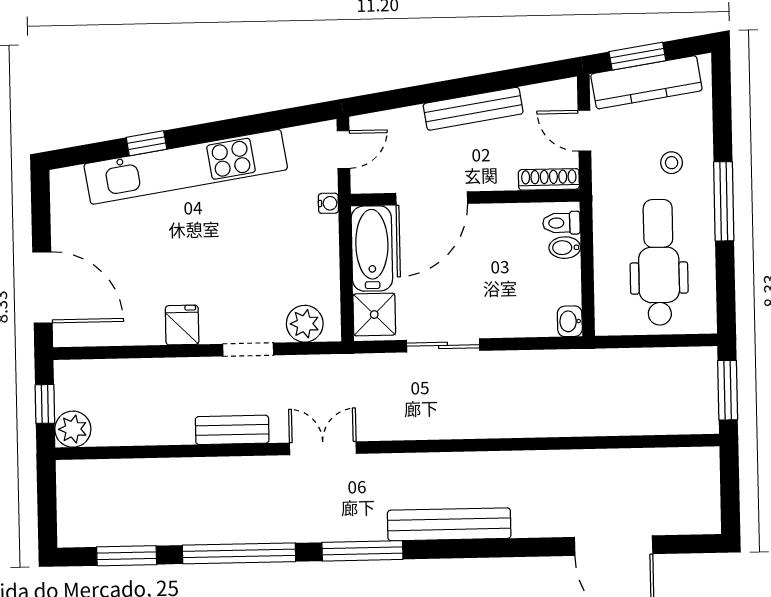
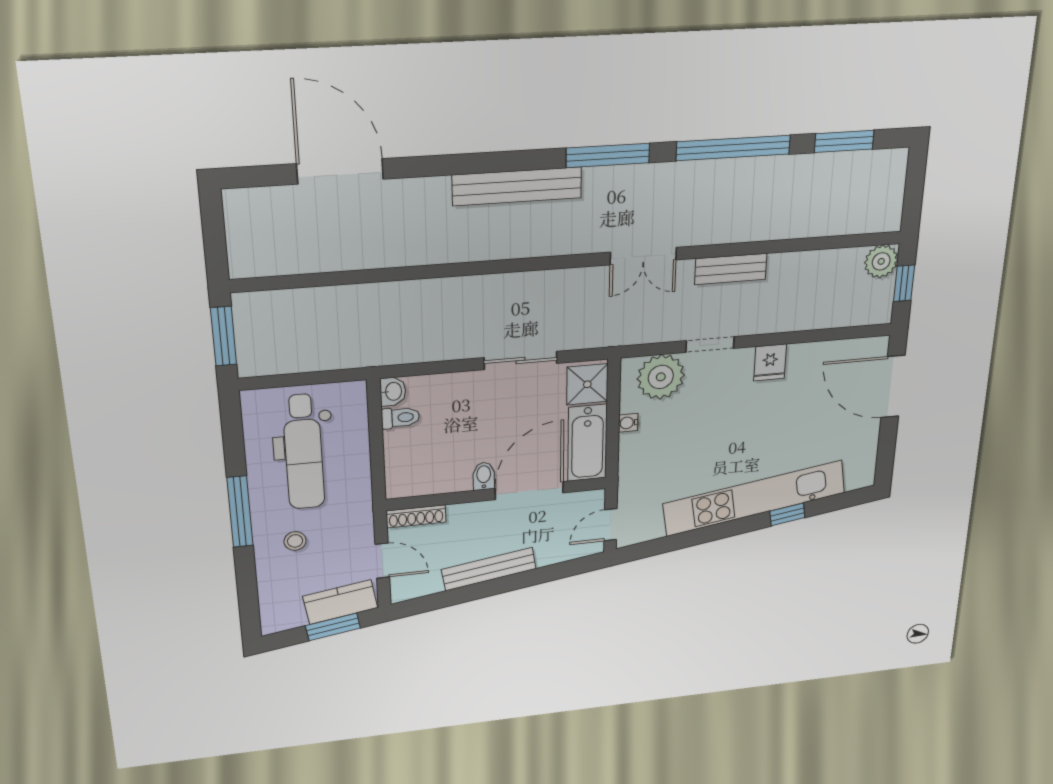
kitchen counter: (646, 82) -> (340, 602), width x0.67
water cooler: (328, 203) -> (628, 423), moved
toilet: (561, 223) -> (400, 418), moved
bidet: (565, 248) -> (484, 476), moved, turned -90
plant: (305, 324) -> (661, 377), width x1.36, depth x1.36

